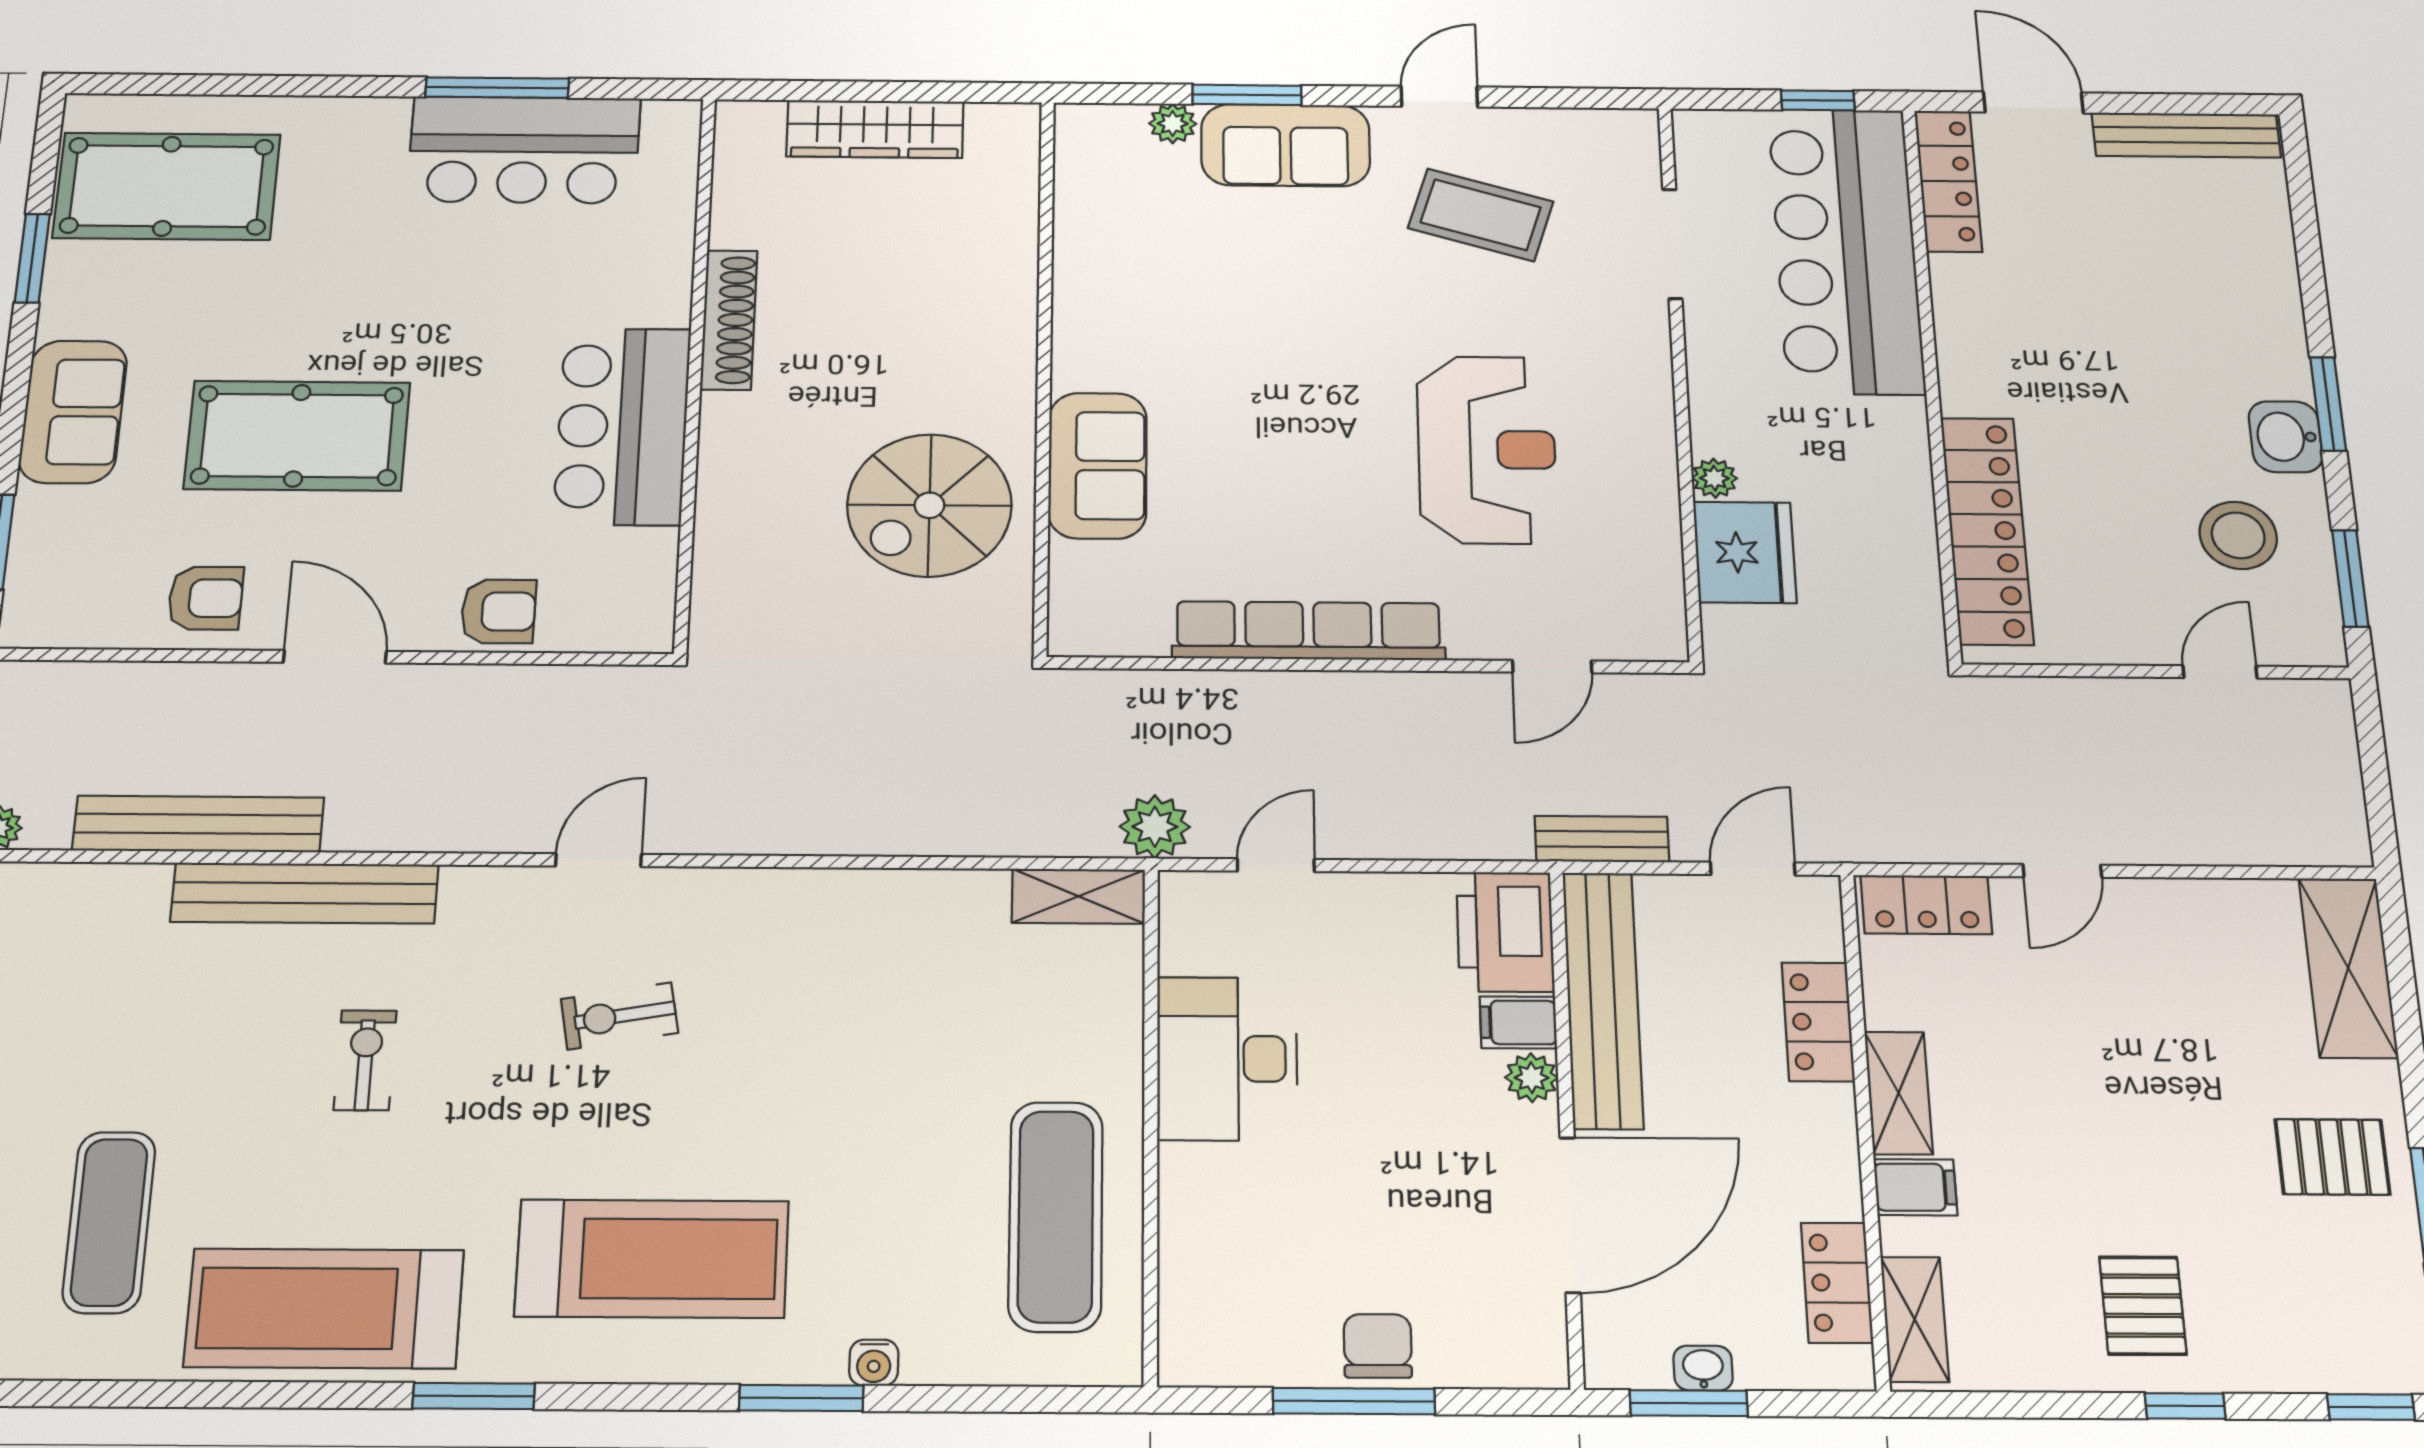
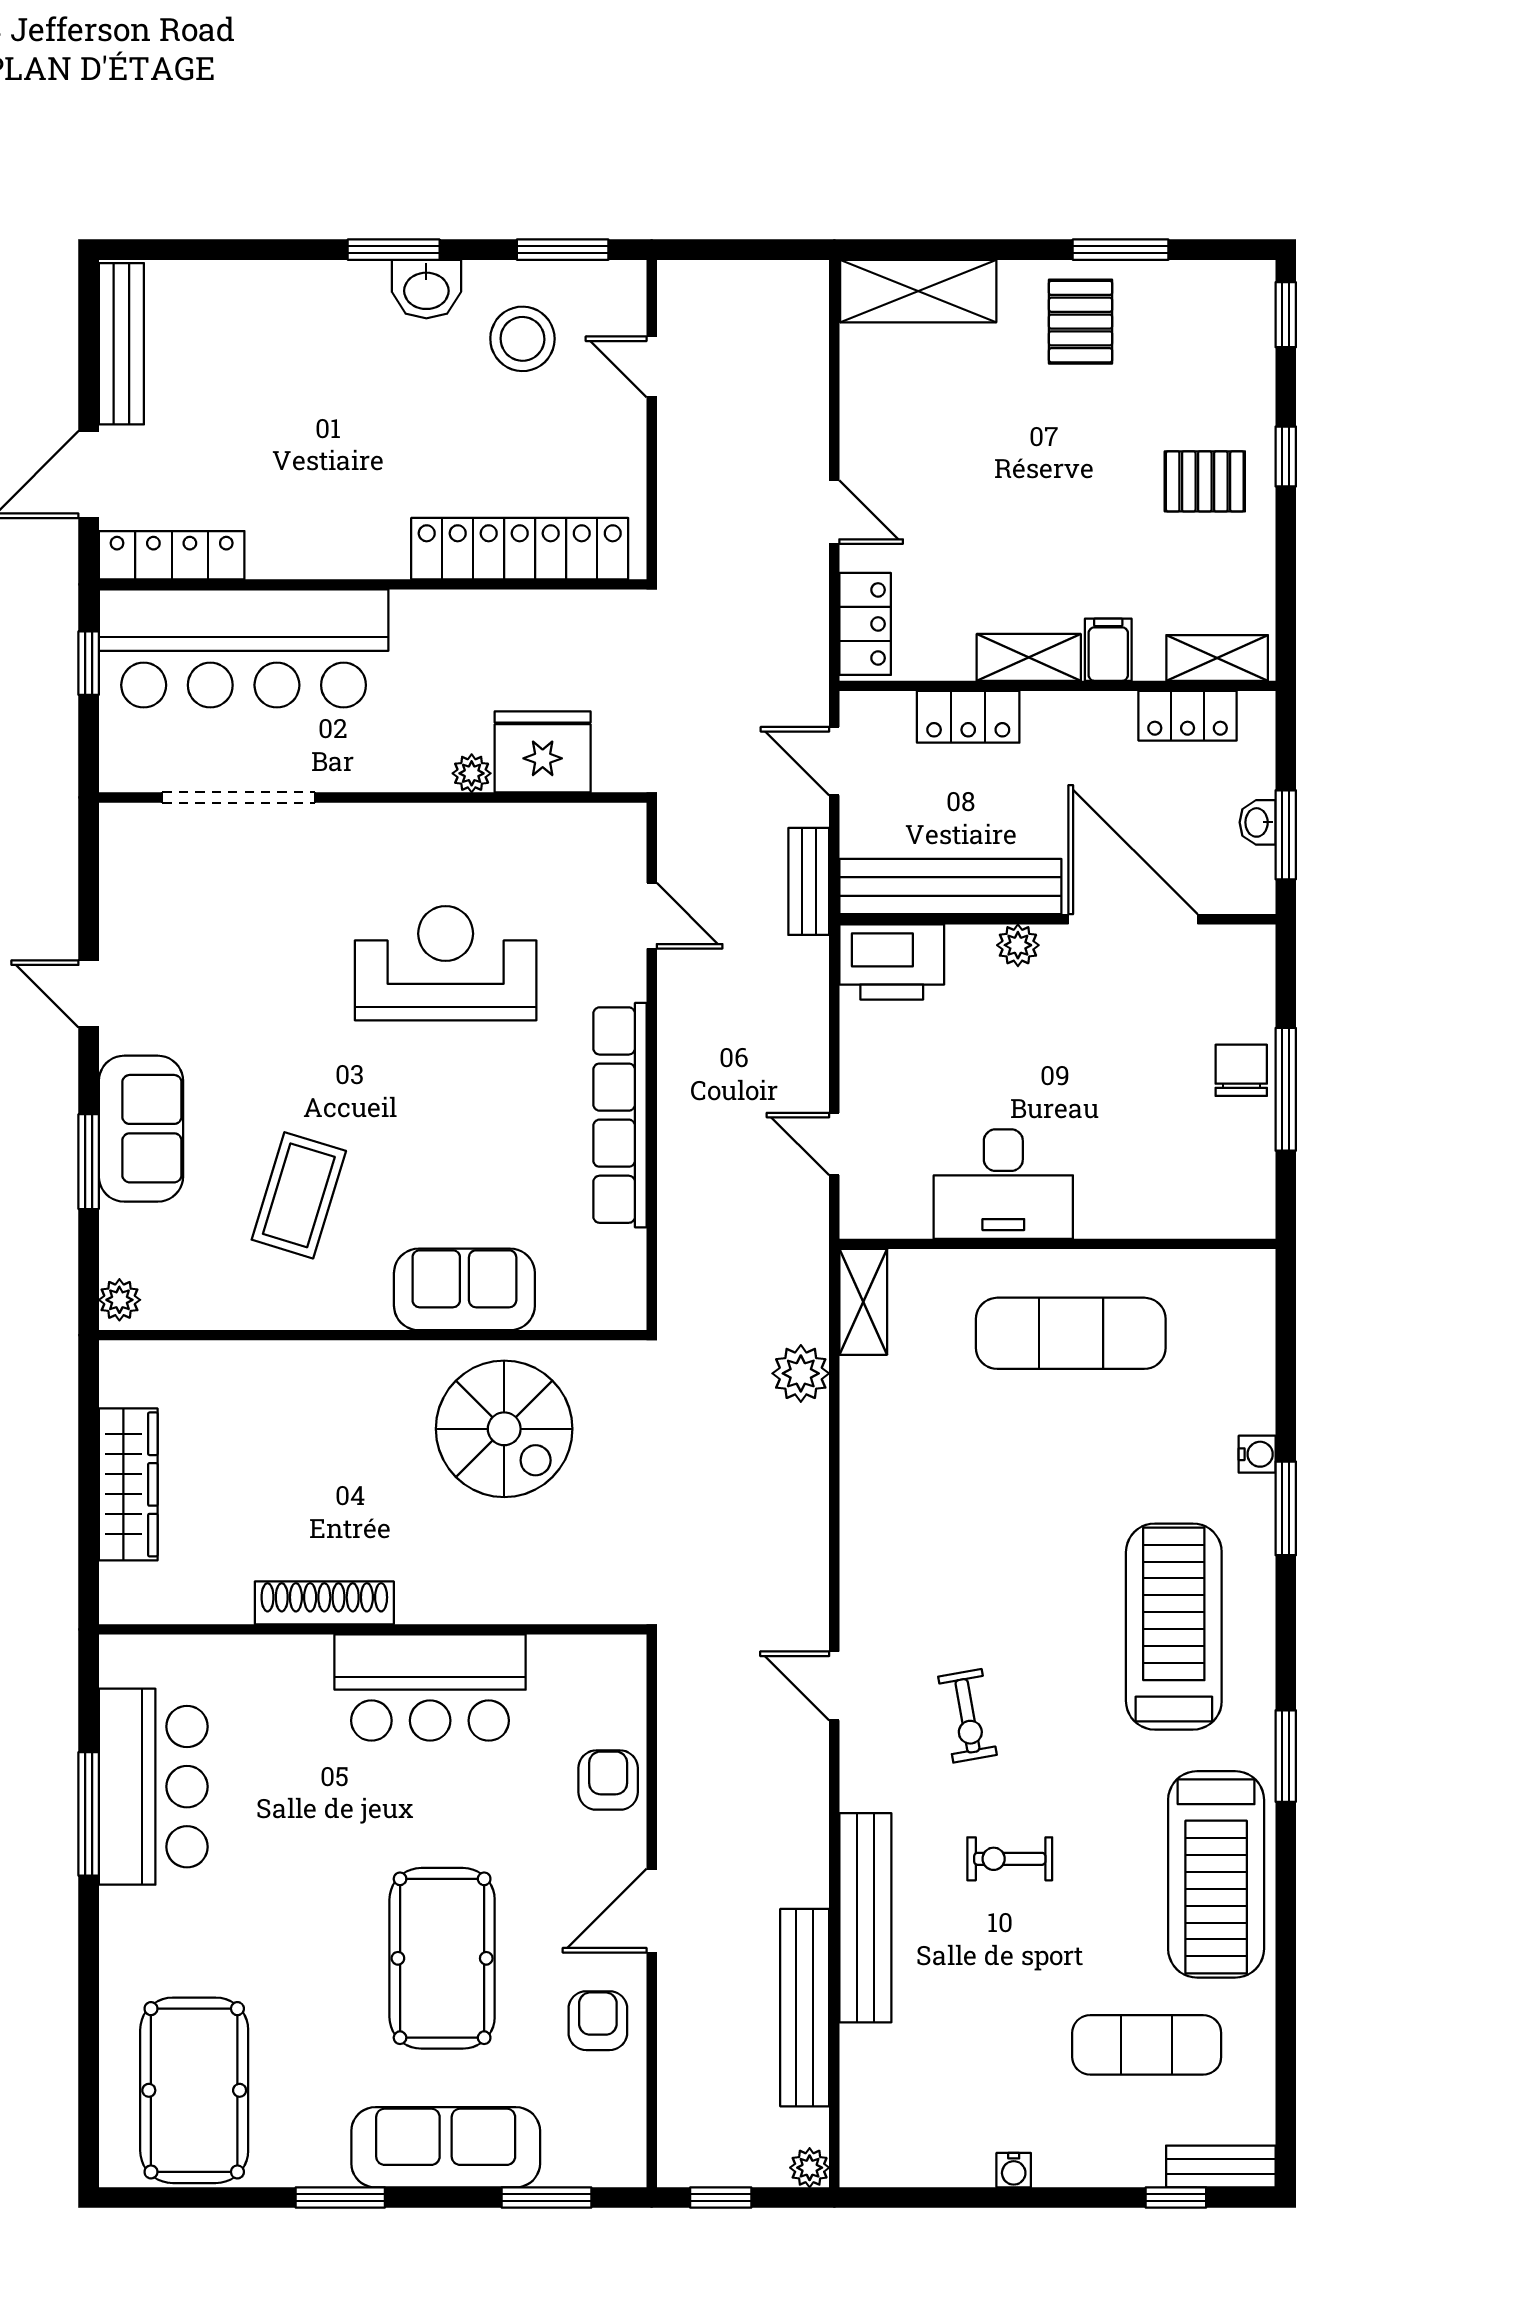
plant: (1173, 124) -> (119, 1300), moved
coffee table: (1481, 215) -> (299, 1195), moved
doorway: (1672, 244) -> (239, 797), width x1.36
window: (32, 258) -> (340, 2198), moved
sofa: (73, 412) -> (446, 2147), width x1.36
plant: (1155, 827) -> (801, 1373), moved
exercise bike: (619, 1016) -> (967, 1716), moved
filing cabinet: (1518, 1022) -> (971, 954), removed
exercise mat: (1056, 1216) -> (1071, 1333), moved
chair: (1378, 1346) -> (1241, 1070), turned 90

